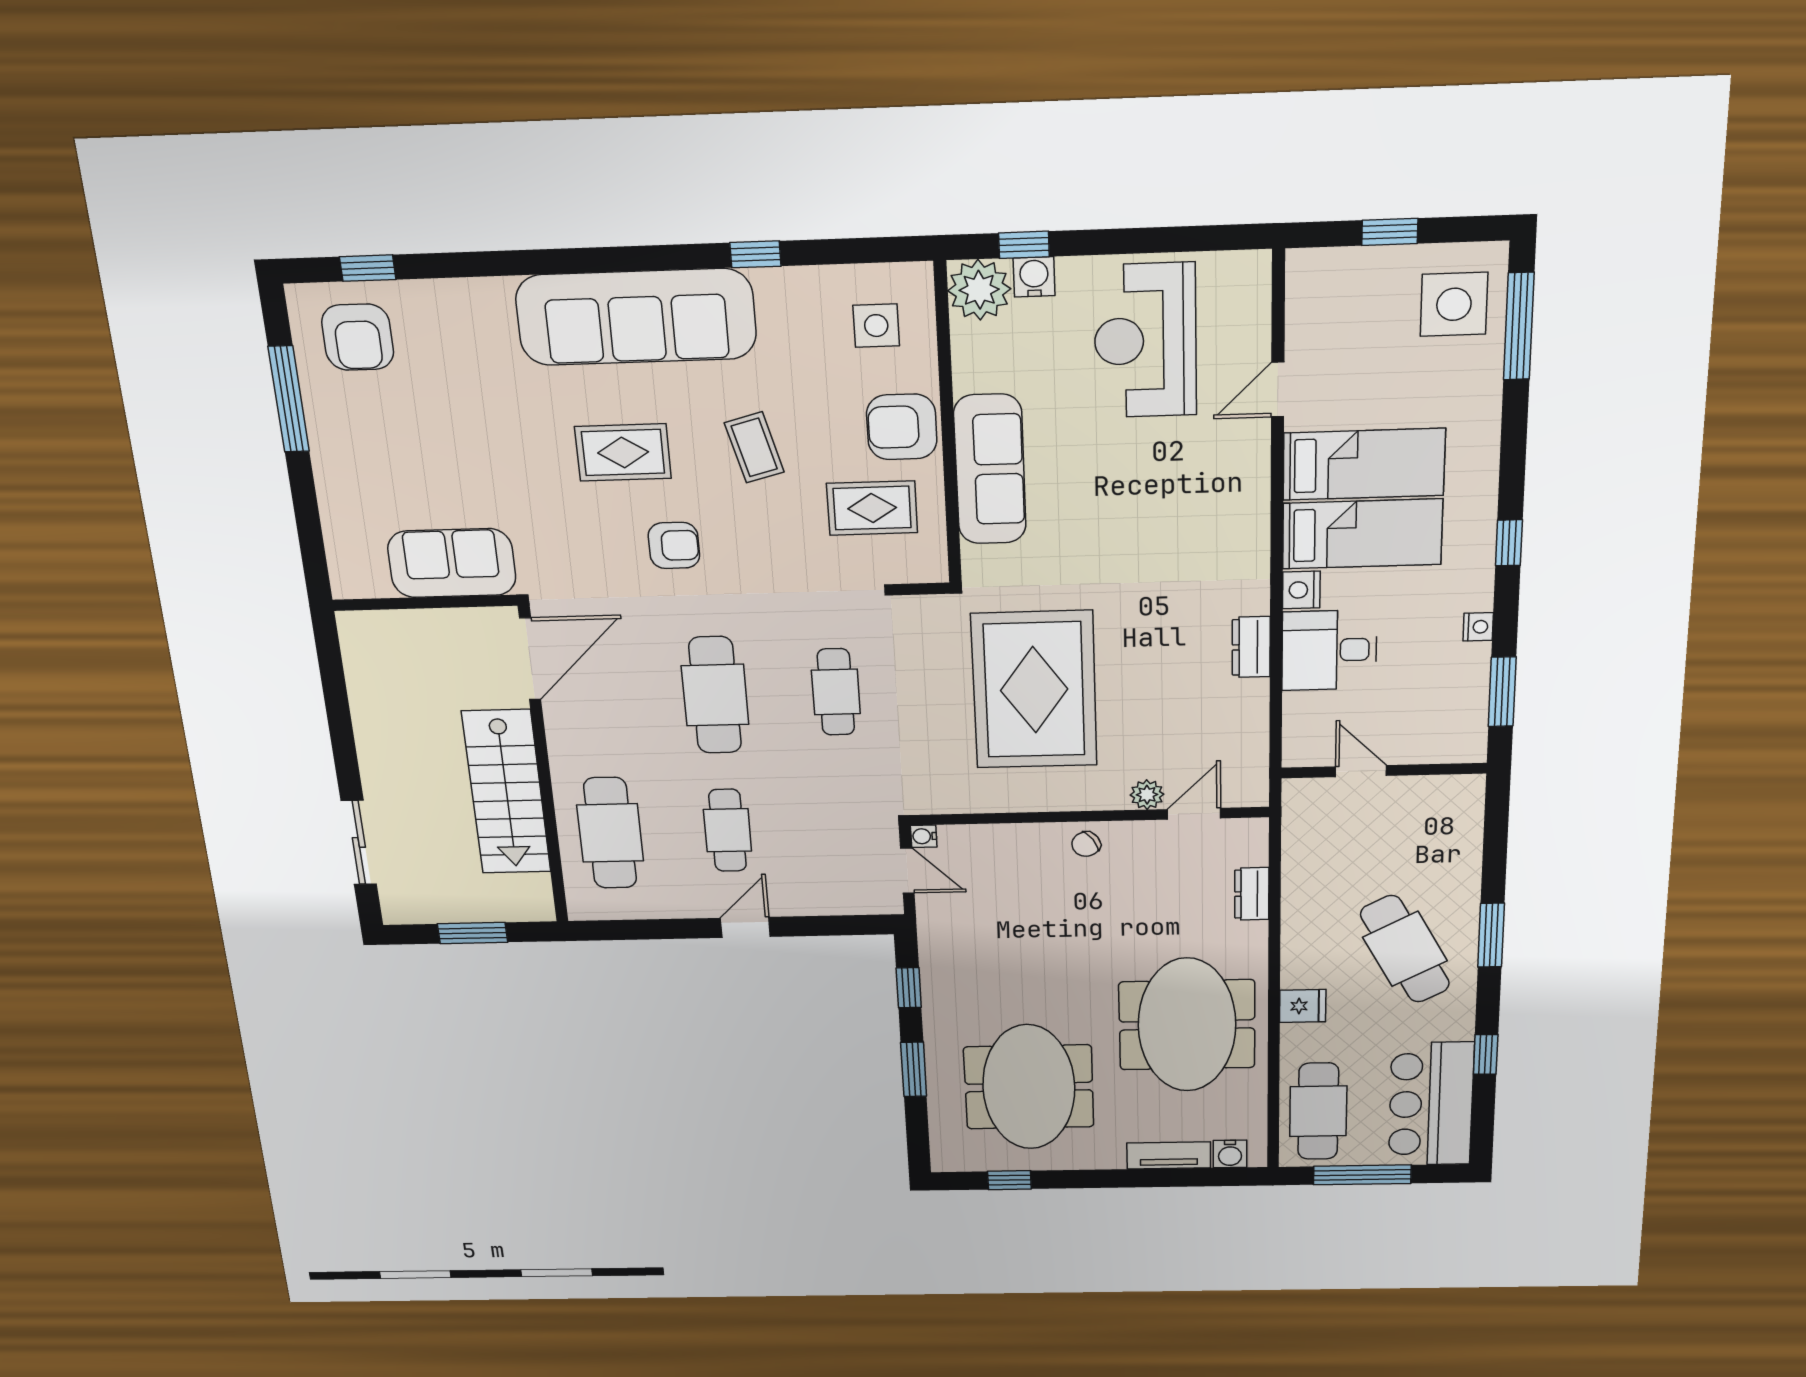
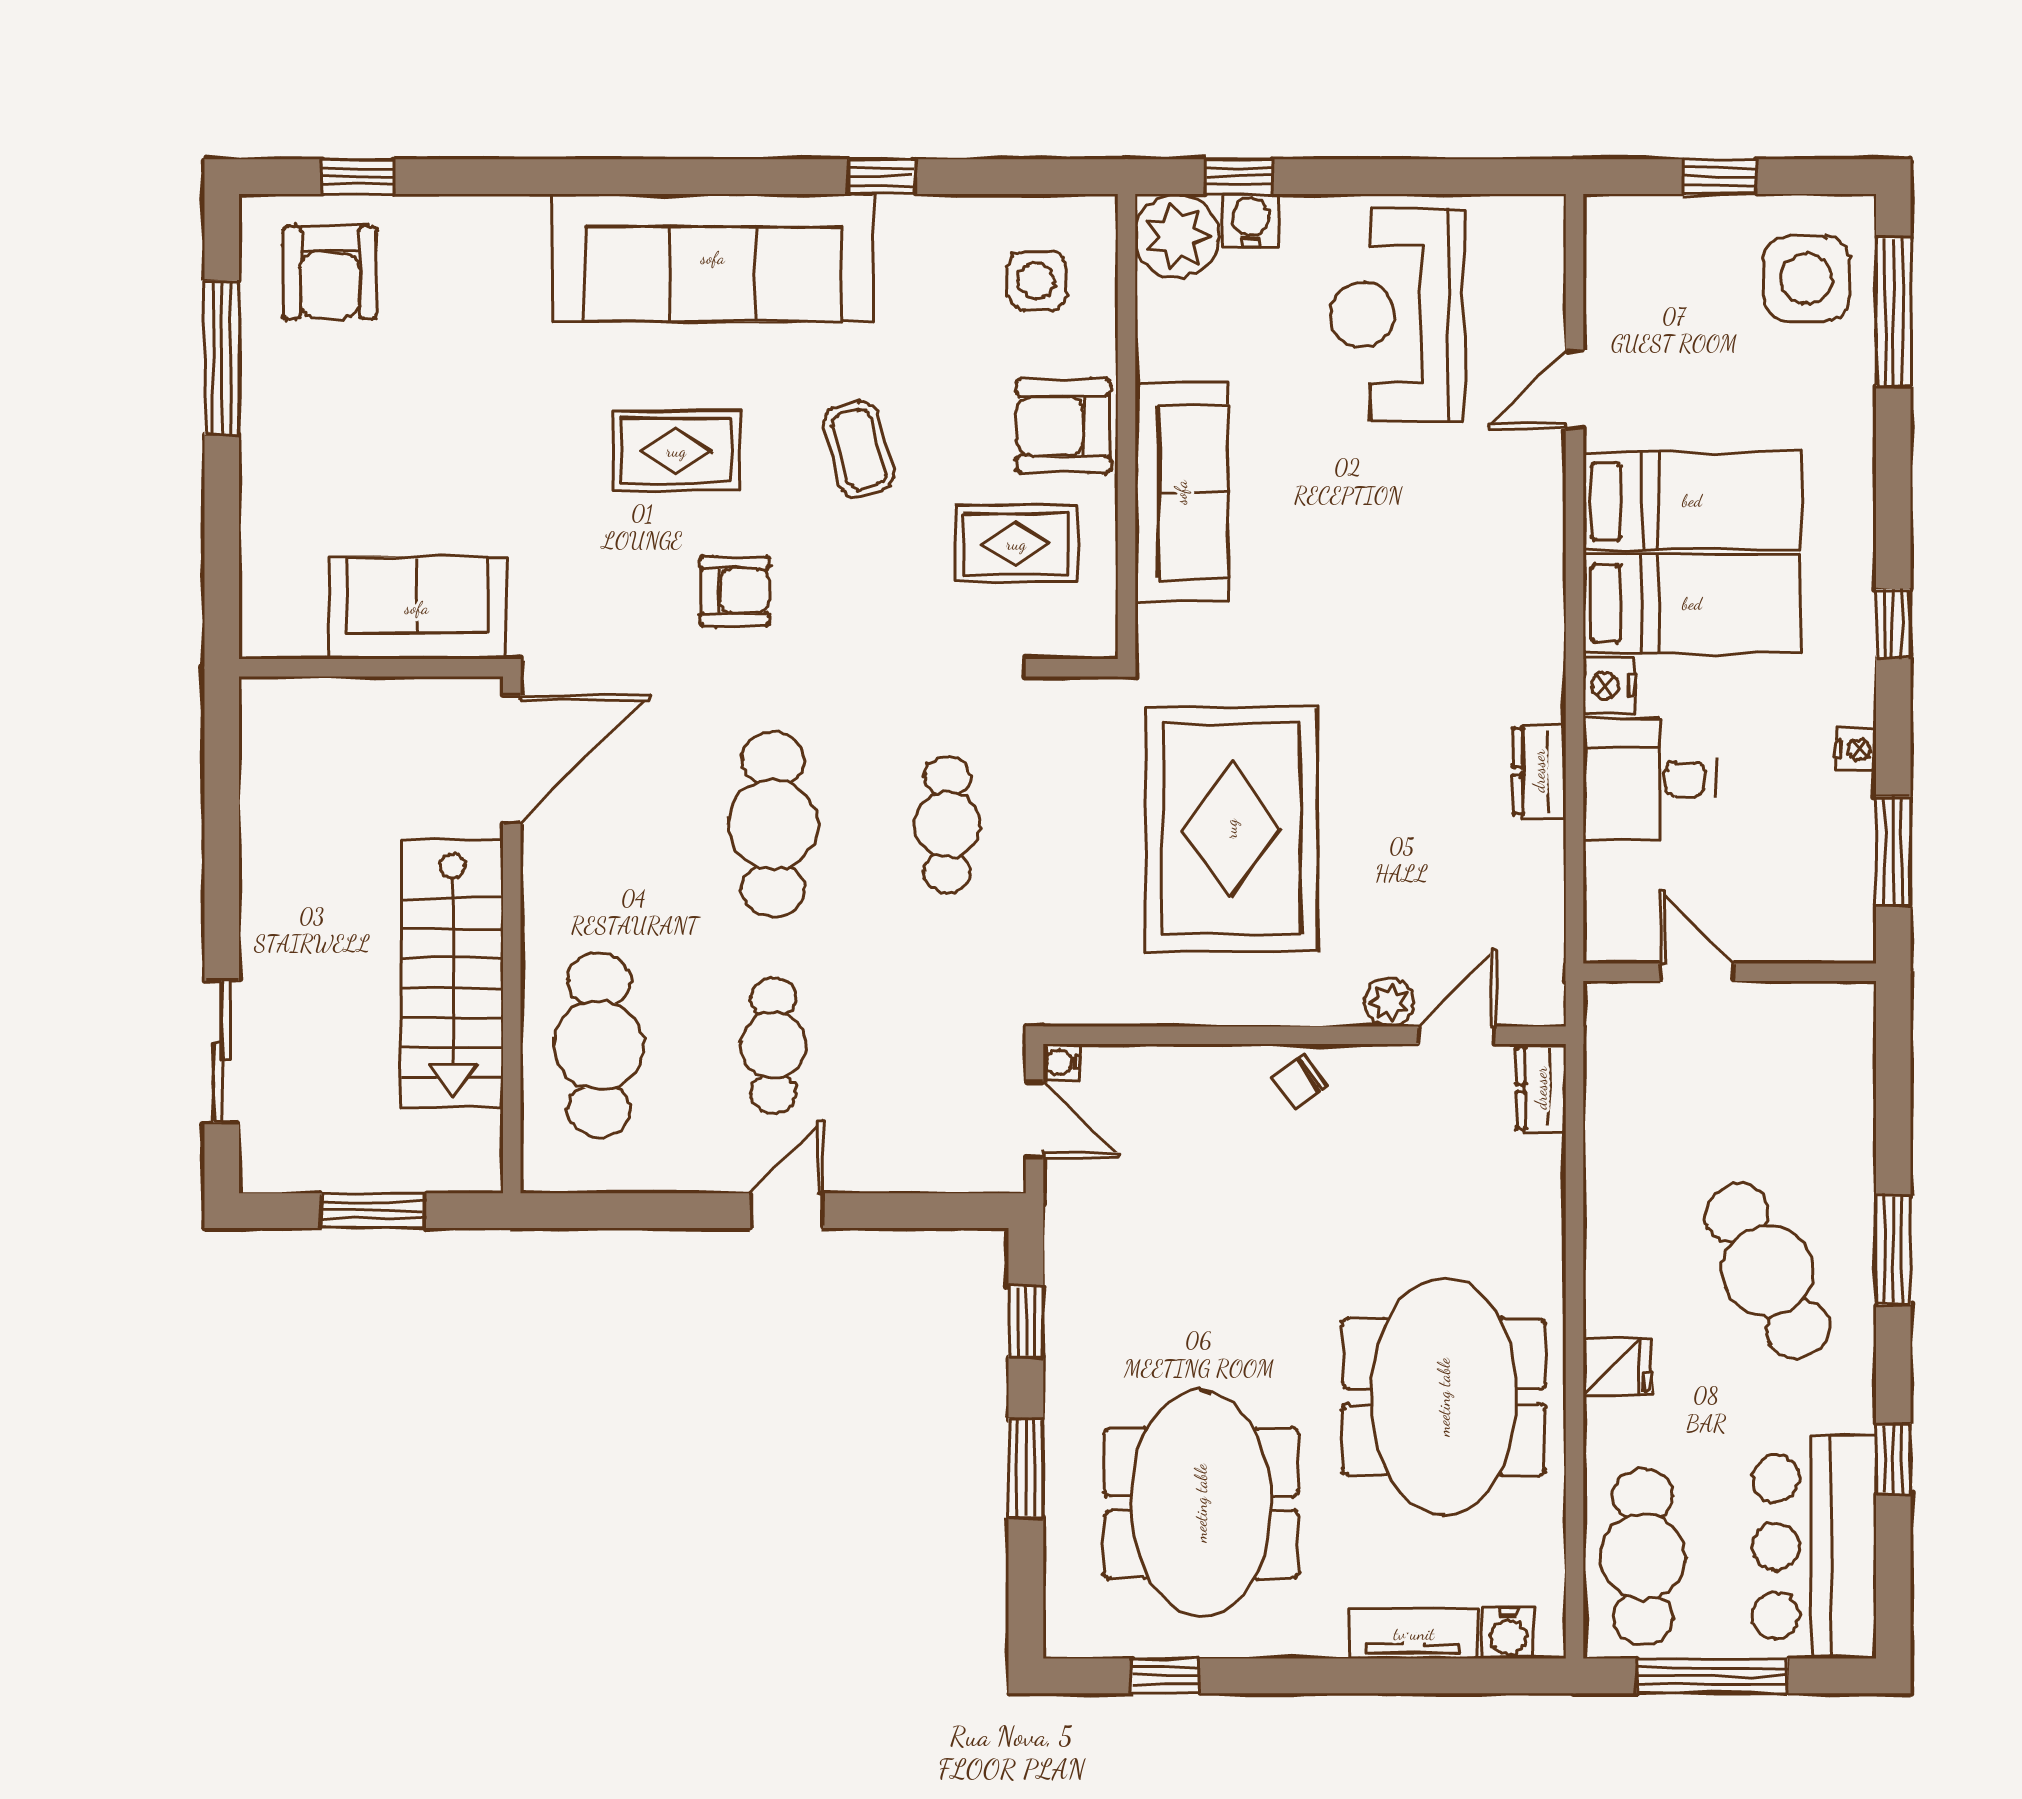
dresser: (1252, 894) -> (1541, 1088), moved

